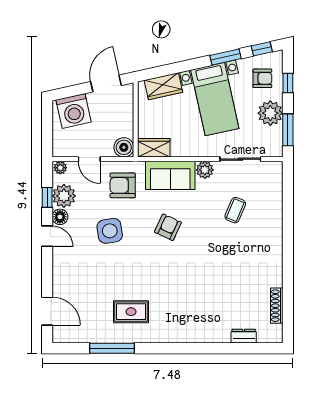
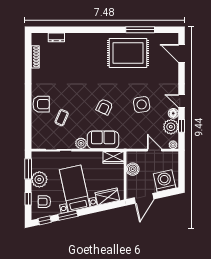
boiler: (124, 147) -> (133, 169), moved
armchair: (123, 185) -> (41, 104), moved
rug: (131, 312) -> (128, 53), width x1.86, depth x2.06

